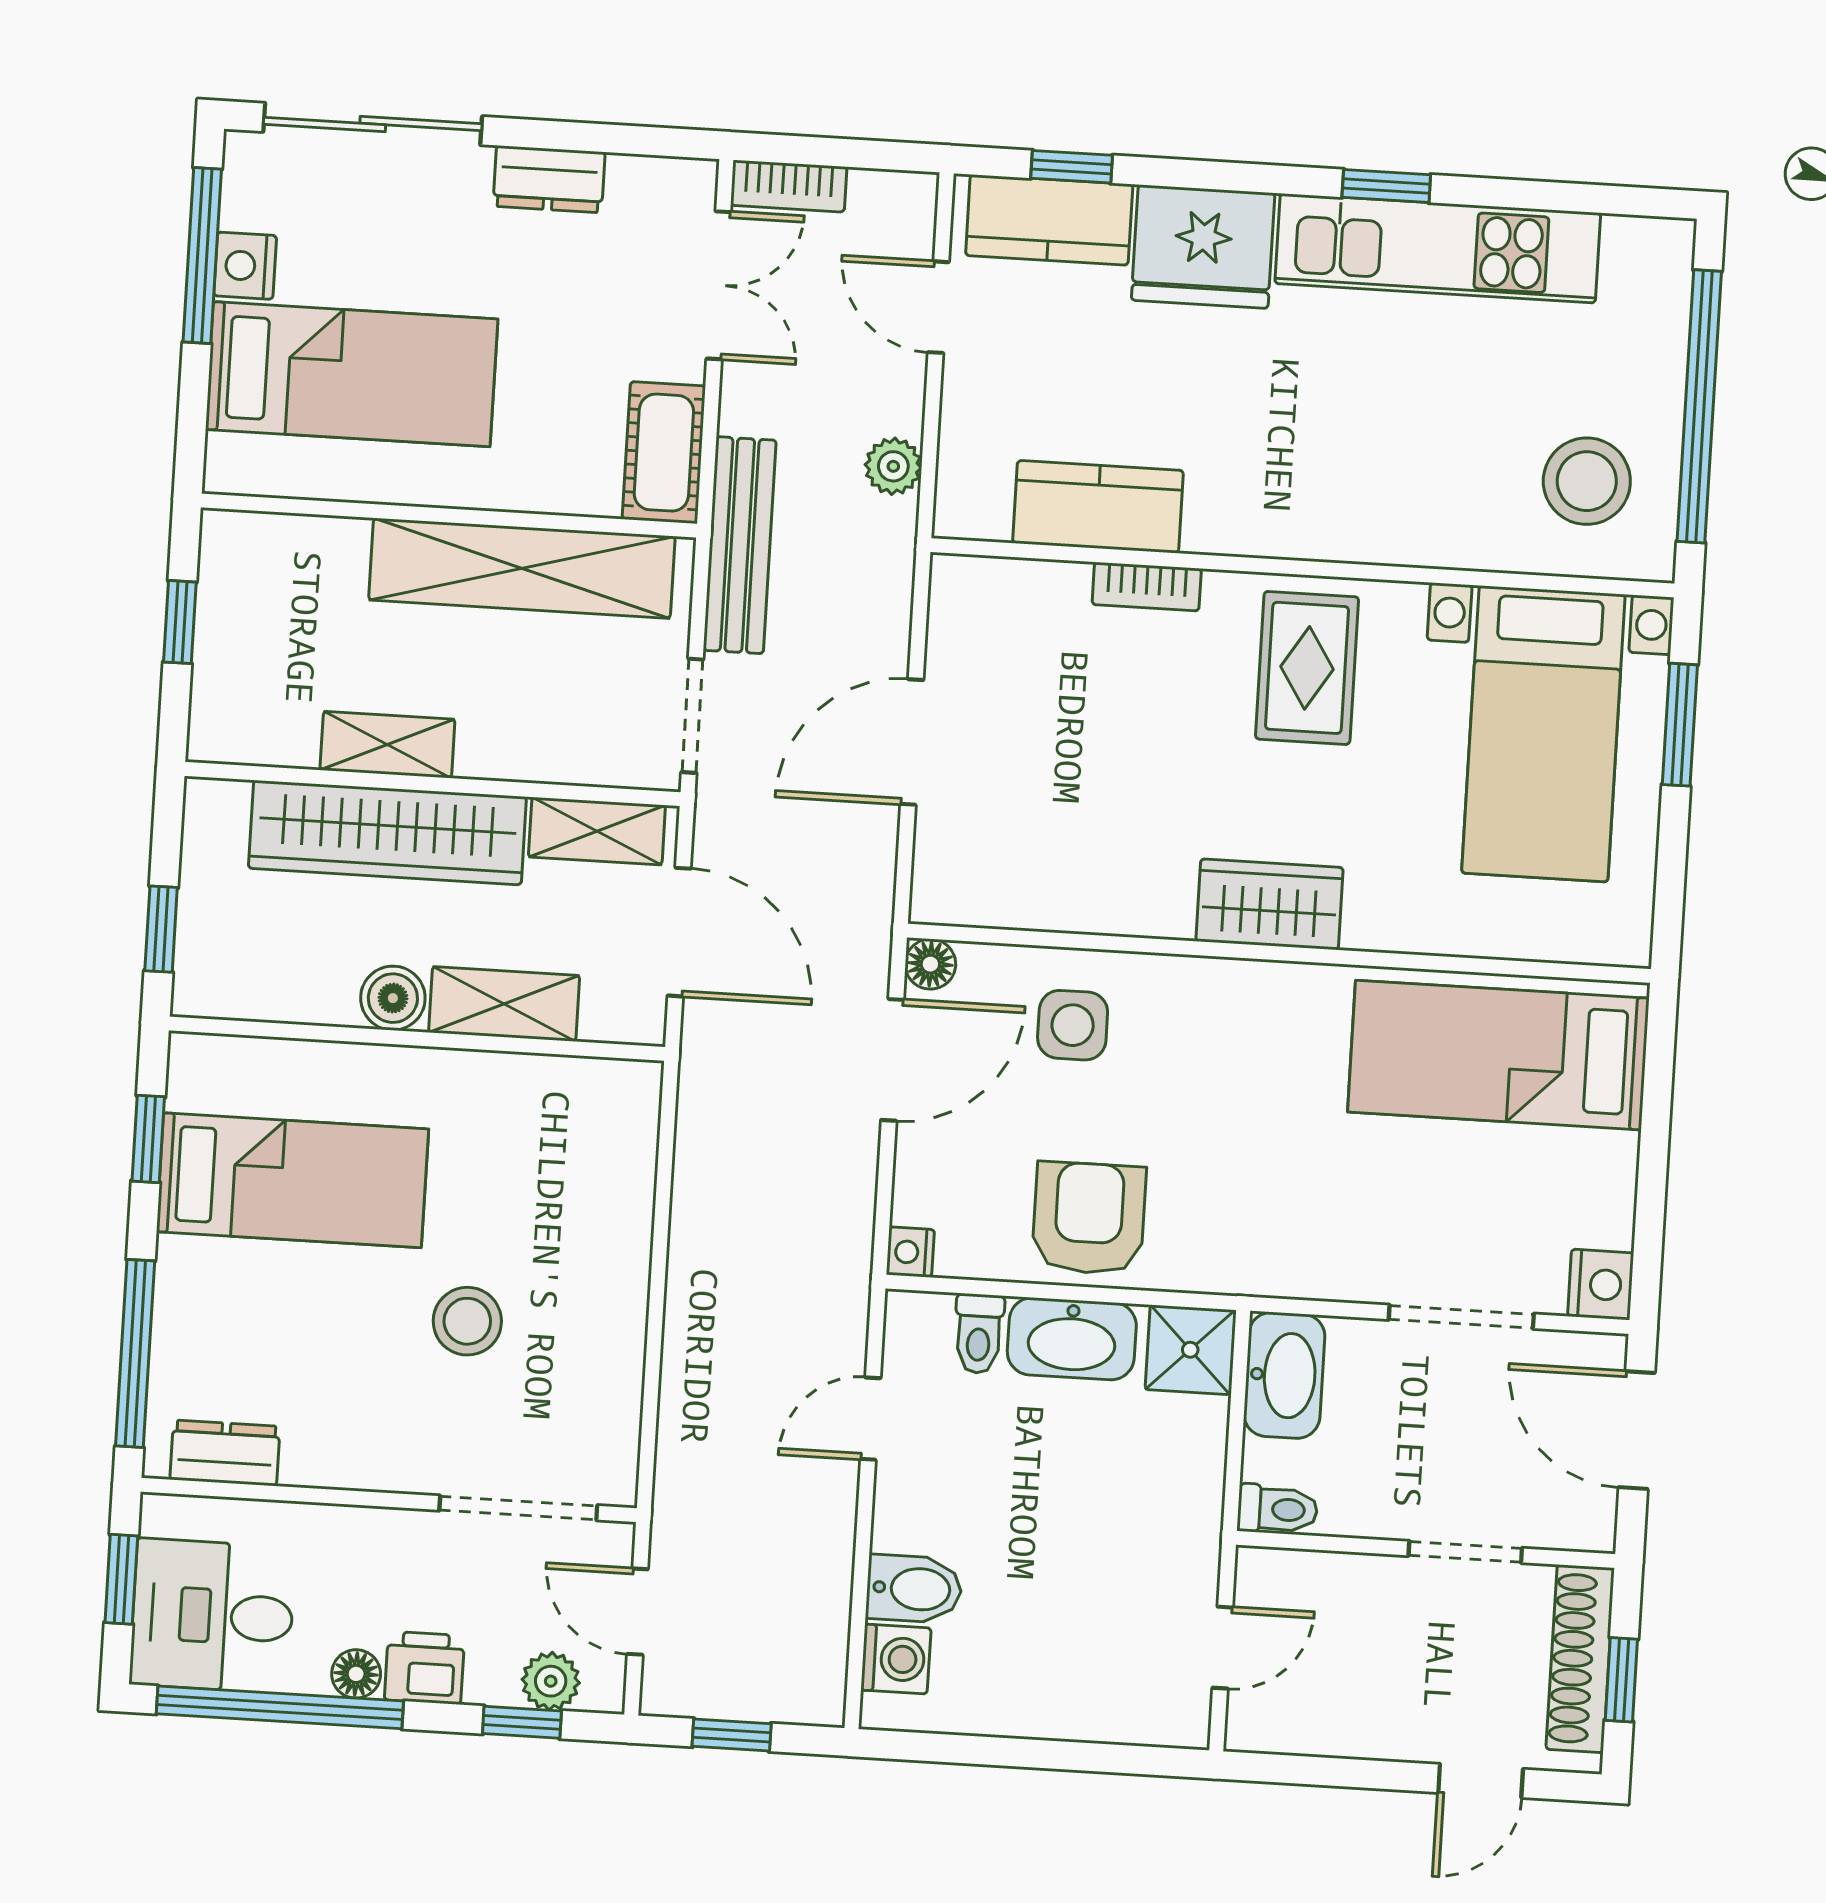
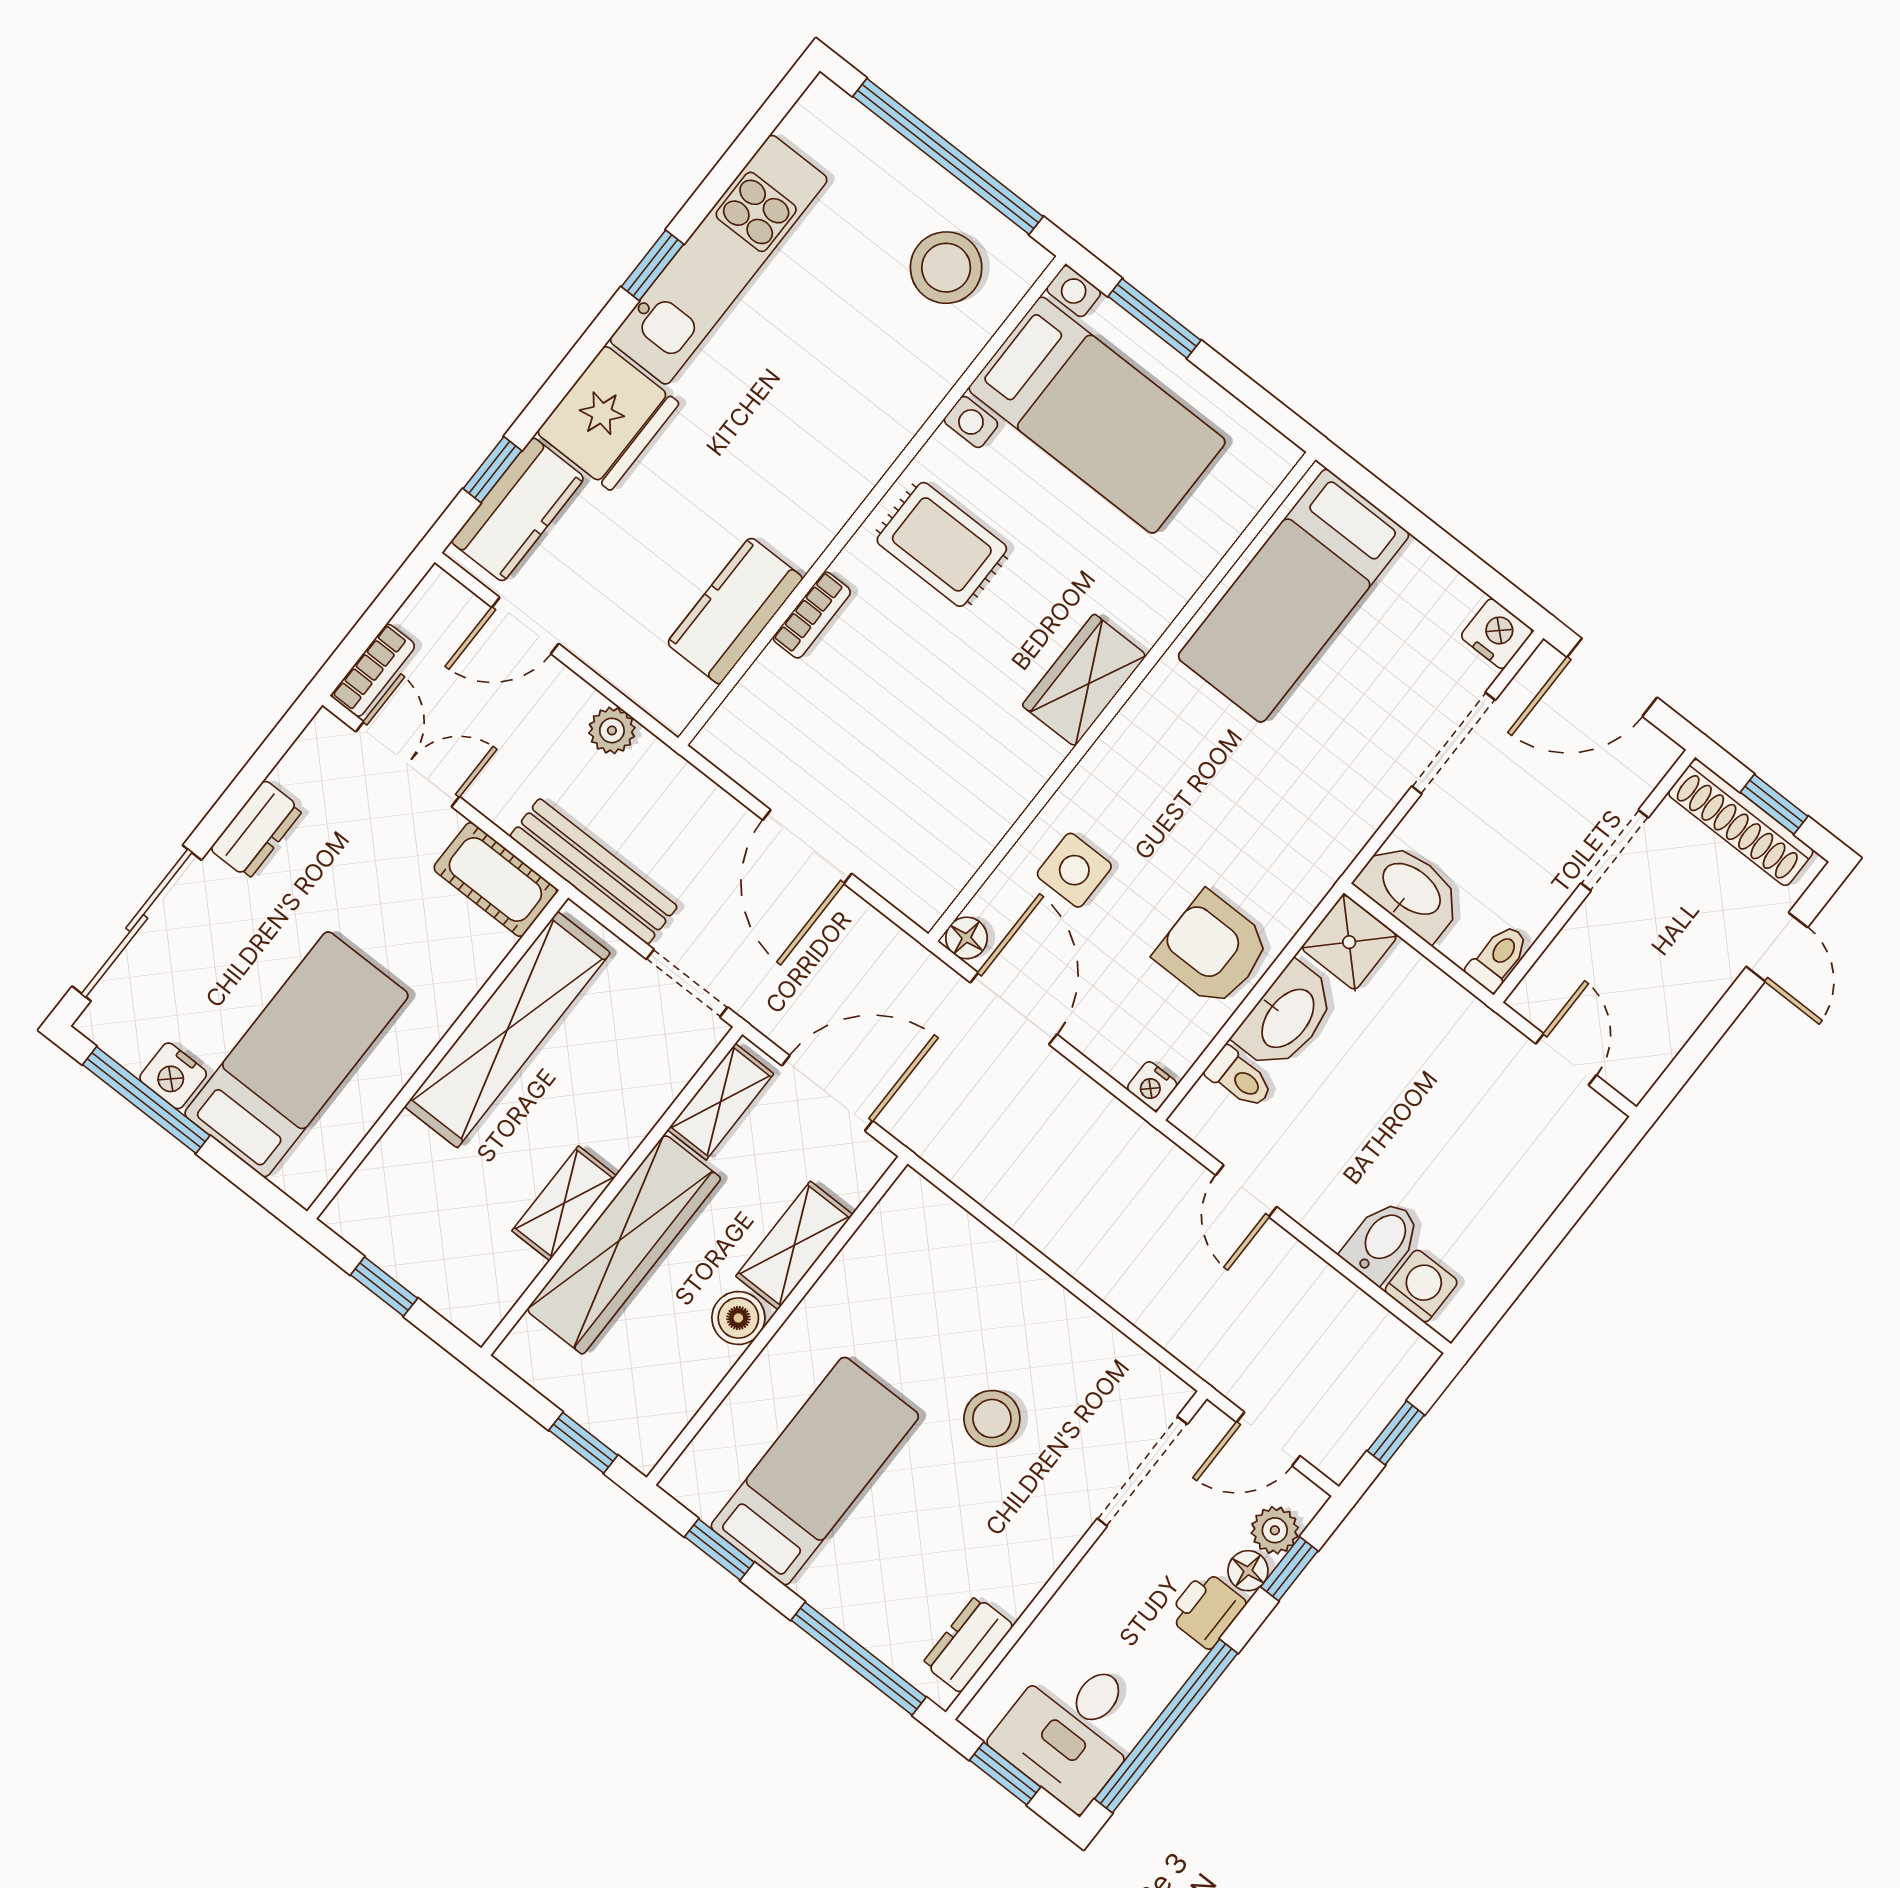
floor lamp: (356, 1674) -> (1248, 1571), moved

